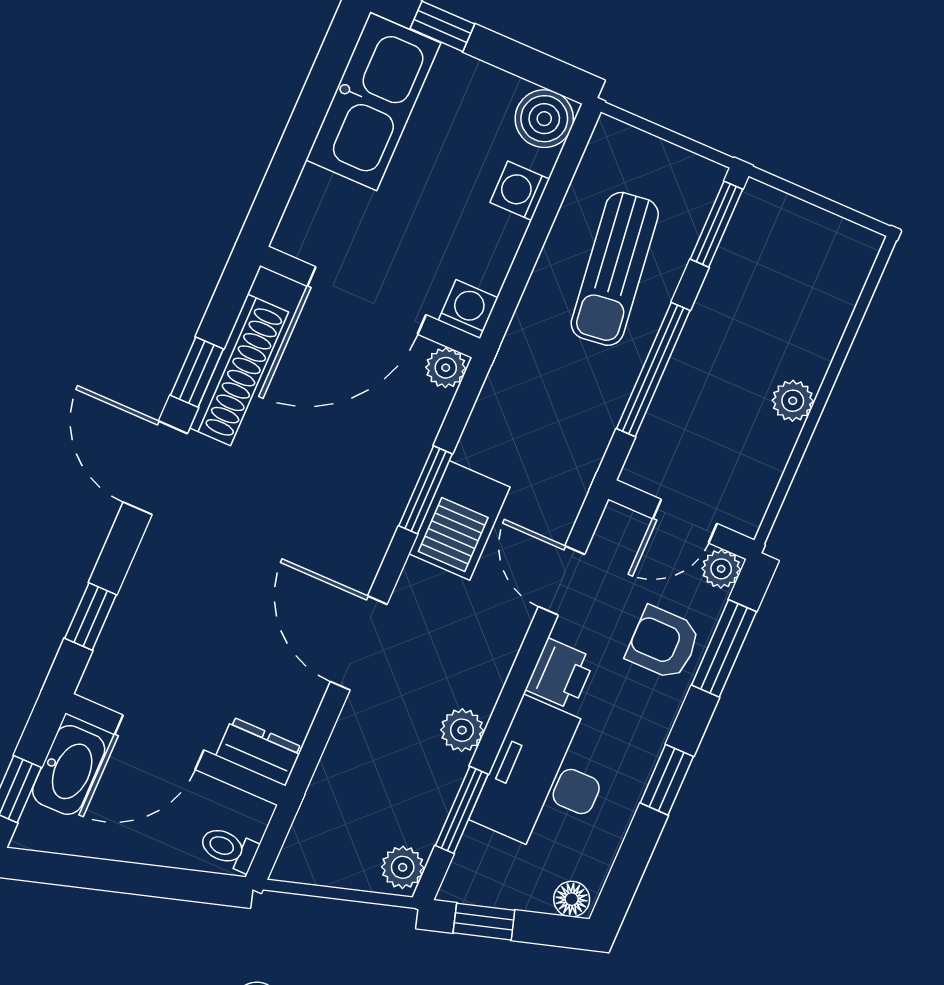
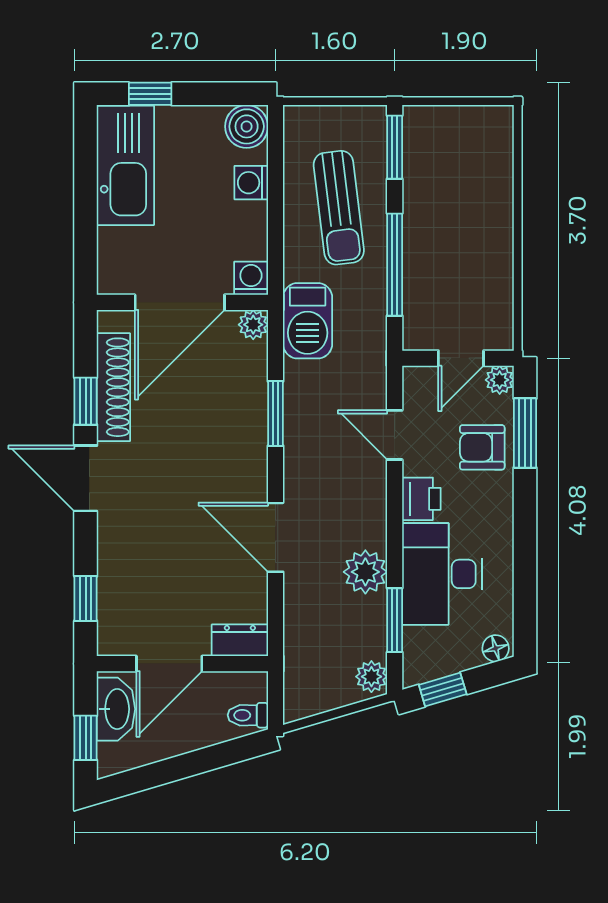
plant: (793, 401) -> (499, 245), removed
barbecue: (459, 520) -> (308, 321), moved
plant: (462, 730) -> (365, 572), width x1.38, depth x1.38
window: (667, 780) -> (525, 539), removed

